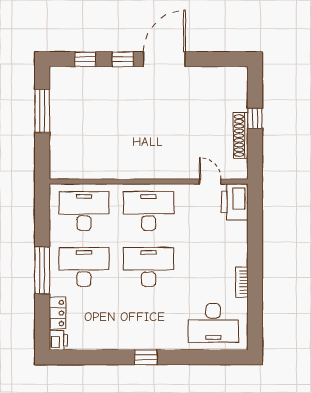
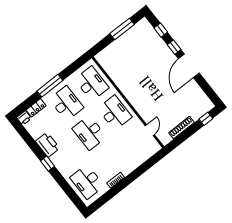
door: (164, 59) -> (189, 66), swing flipped
window: (255, 118) -> (206, 119), moved
printer: (235, 202) -> (48, 145), moved, turned 90
desk: (149, 267) -> (89, 133), turned 180

